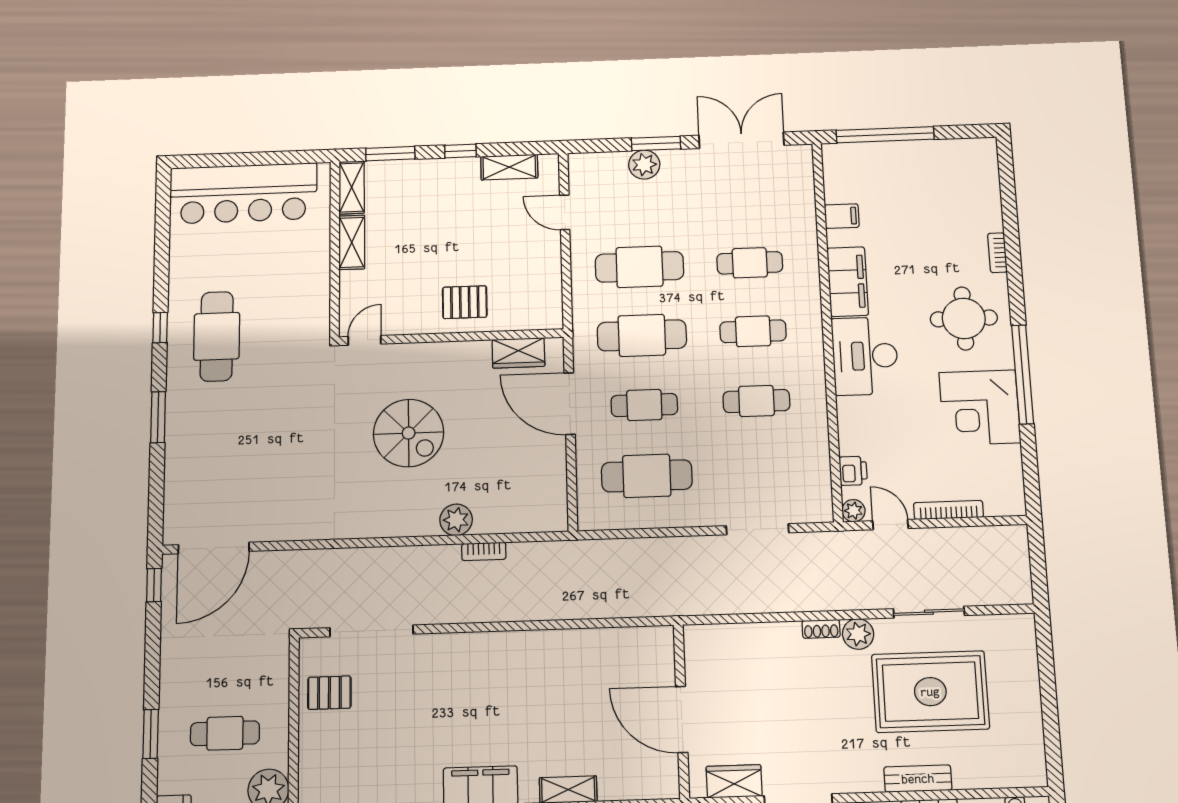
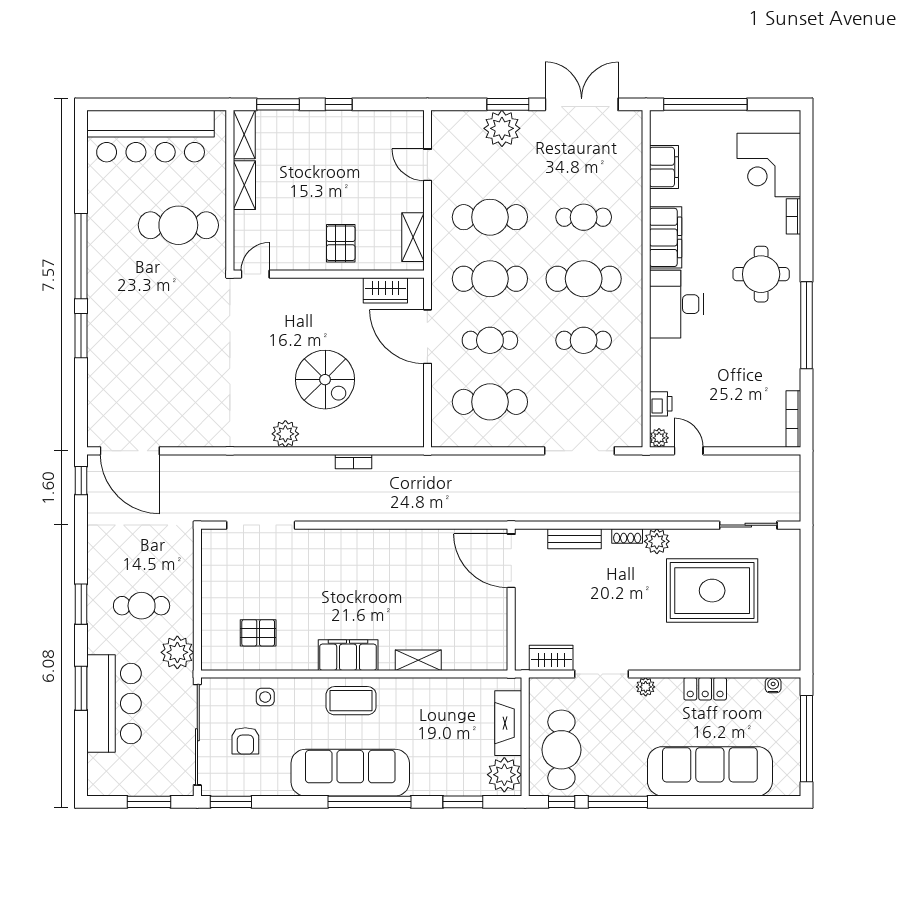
plant: (644, 165) -> (502, 128), width x1.36, depth x1.36
shelving: (509, 167) -> (413, 237), moved, turned 90
filing cabinet: (842, 216) -> (664, 167), width x2.00
pallet: (465, 302) -> (341, 243), turned 90
window: (160, 328) -> (81, 256), width x3.17
cafe table: (753, 331) -> (584, 279), width x1.37, depth x1.35
cafe table: (217, 336) -> (178, 225), moved, turned 90
corner desk: (980, 408) -> (769, 165), moved
spiral stairs: (409, 433) -> (325, 380), moved
bookcase: (949, 510) -> (793, 419), moved, turned -90
plant: (456, 520) -> (285, 434), moved
doorway: (758, 529) -> (579, 451), width x1.36
door: (214, 548) -> (130, 451), hinge flipped
sliding door: (929, 612) -> (748, 525), moved
pallet: (329, 693) -> (258, 633), moved
door: (682, 719) -> (511, 561), moved
bench: (918, 779) -> (574, 539), moved

